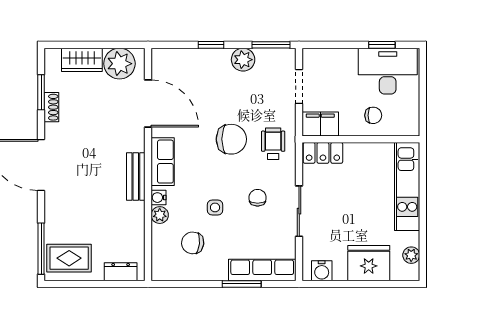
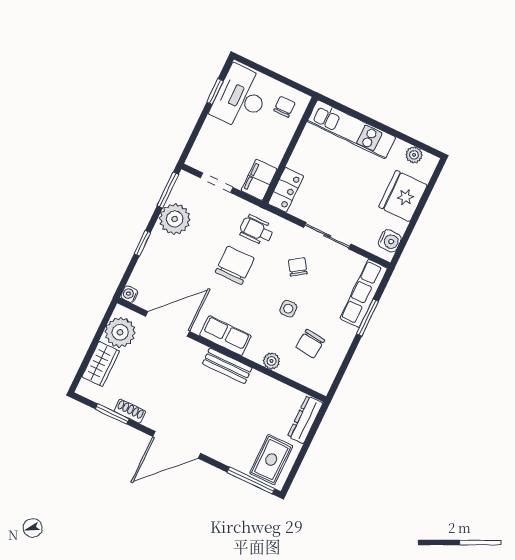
plant: (243, 60) -> (175, 219), width x1.36, depth x1.36
chair: (373, 115) -> (285, 107), moved
water cooler: (159, 198) -> (129, 294), moved, turned 90
chair: (258, 198) -> (298, 267), turned 56
dresser: (121, 272) -> (305, 420), width x1.44

